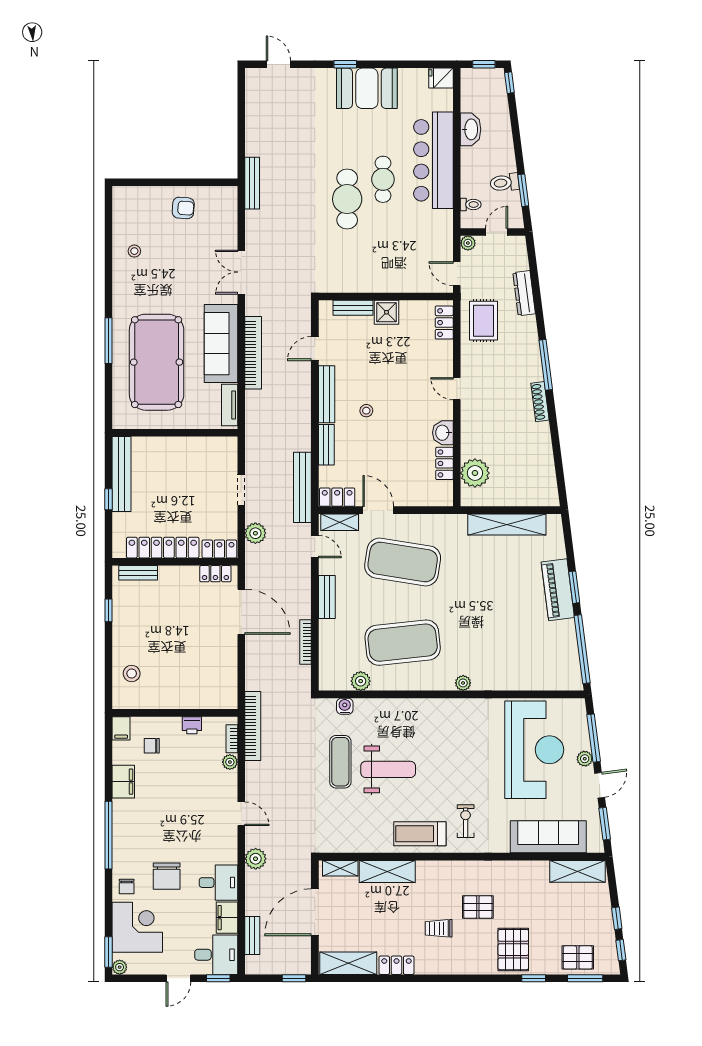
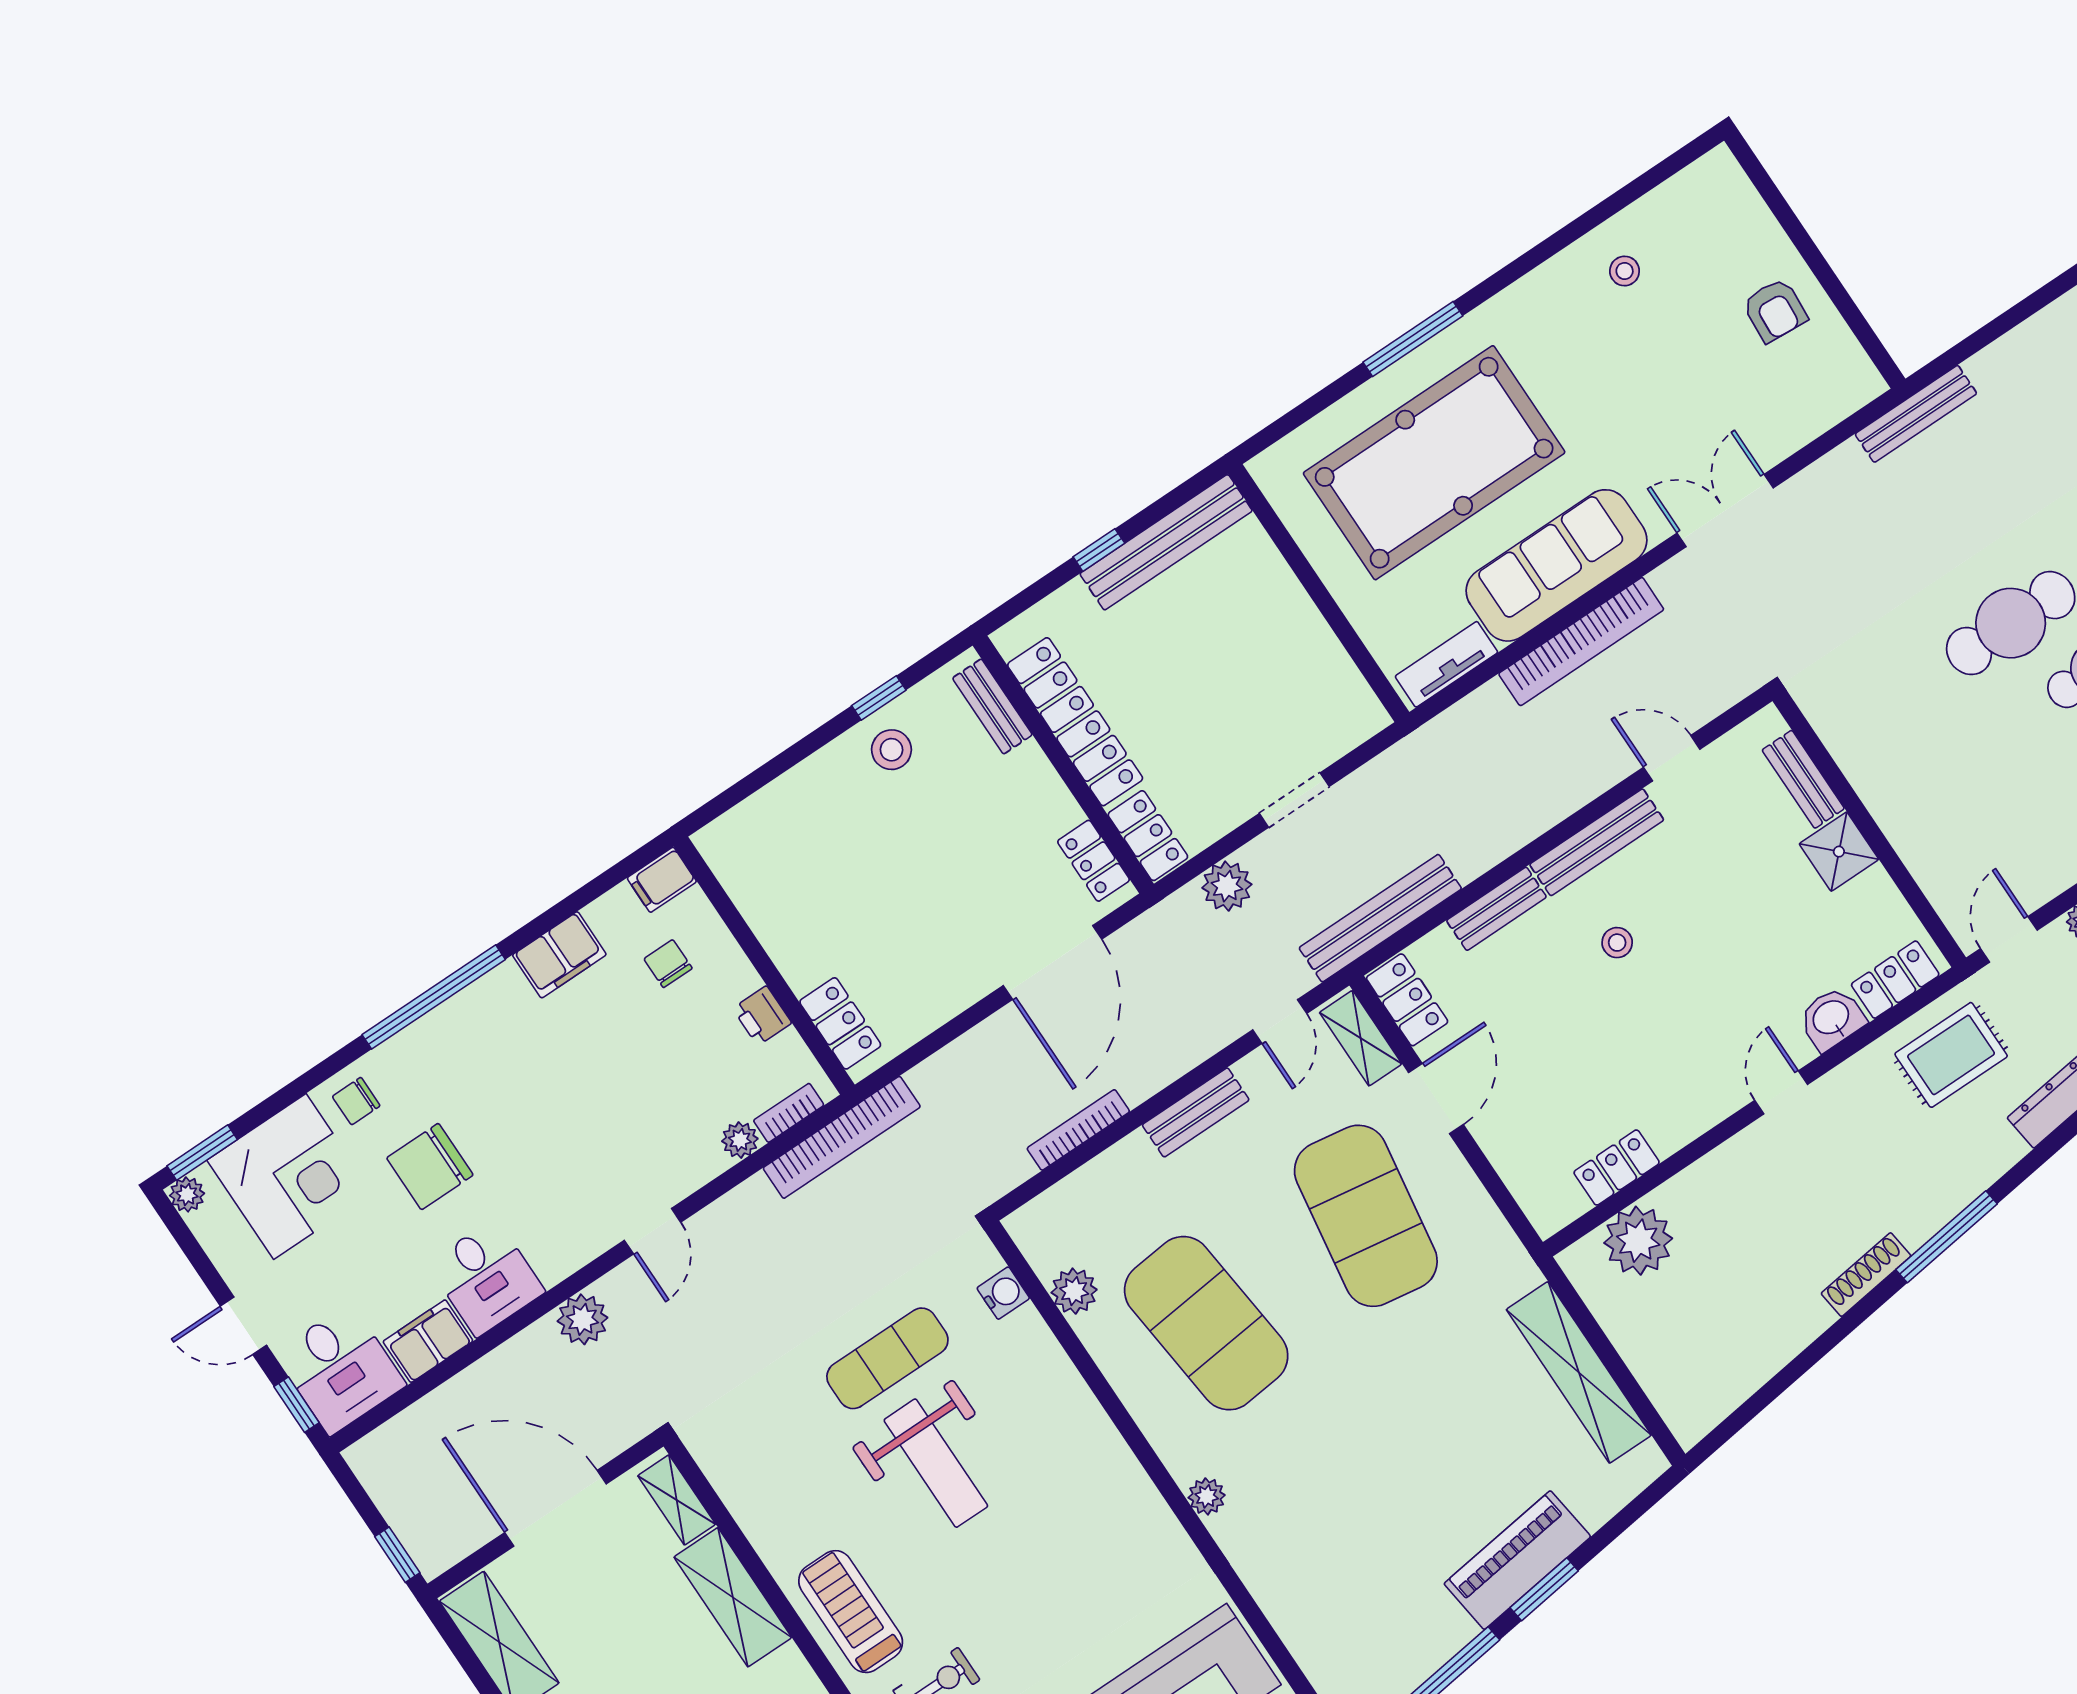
washbasin: (443, 433) -> (1832, 1018), moved
stool: (132, 674) -> (891, 750), moved
locker: (213, 700) -> (840, 1023), added
bench: (252, 935) -> (426, 1415), removed

